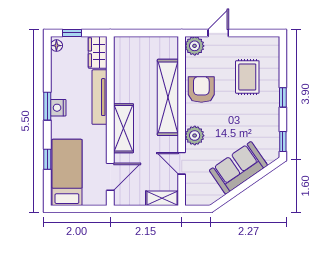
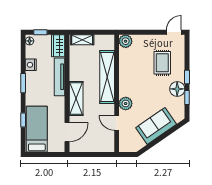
door: (218, 33) -> (174, 32), moved
armchair: (201, 90) -> (130, 72), removed
nightstand: (58, 108) -> (31, 65), moved
floor lamp: (269, 115) -> (177, 89), added
window: (283, 141) -> (187, 98), moved
shelving: (162, 198) -> (82, 40), moved

